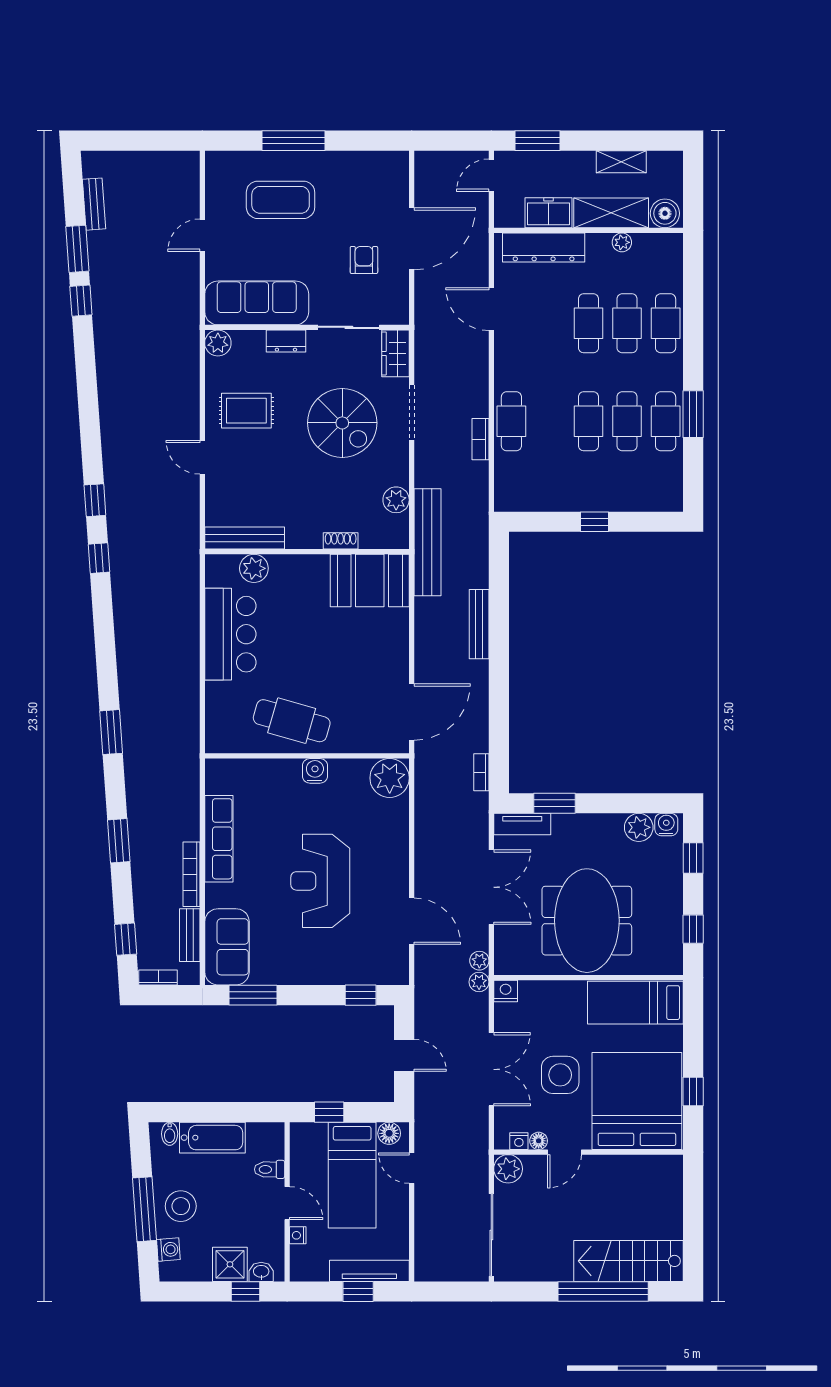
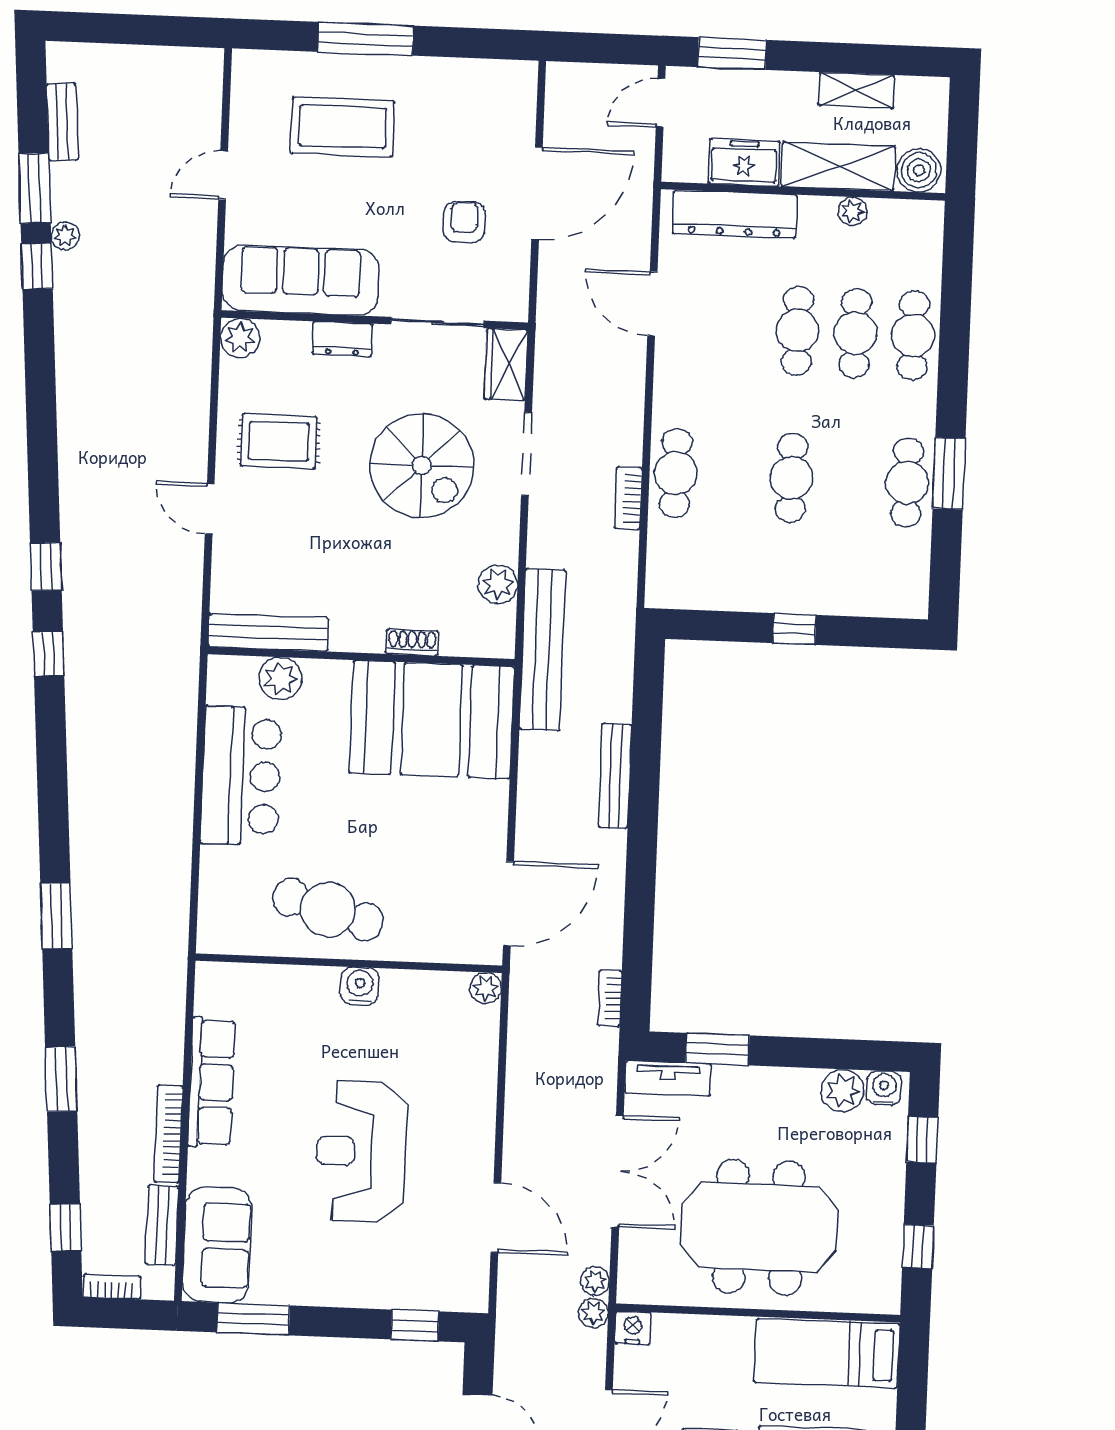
plant: (99, 280) -> (65, 236), added
cafe table: (627, 421) -> (849, 480), removed
booth: (370, 581) -> (432, 720), width x1.36, depth x1.42
plant: (390, 778) -> (486, 988), width x0.53, depth x0.53
meeting table: (587, 921) -> (759, 1227), turned 90

